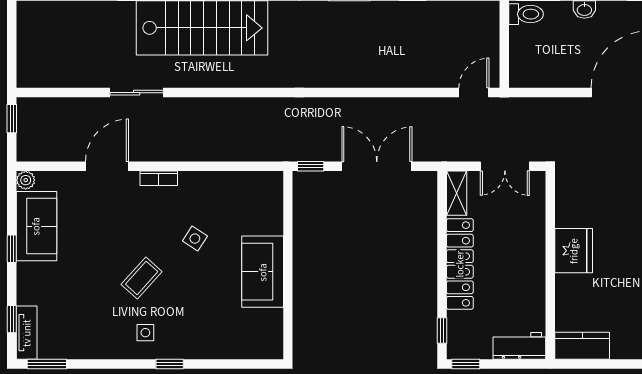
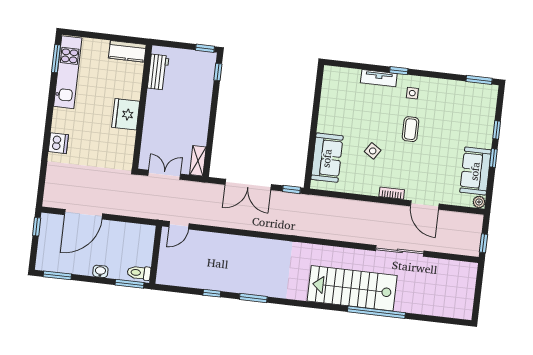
sliding door: (137, 93) -> (400, 251), width x1.37
door: (107, 166) -> (425, 205), hinge flipped
locker: (460, 264) -> (201, 114), removed
sofa: (263, 272) -> (327, 158), moved
coffee table: (142, 278) -> (411, 129), turned -42
window: (12, 319) -> (497, 130), moved
tv unit: (27, 333) -> (379, 78), moved, turned -90
workbench: (519, 346) -> (158, 72), moved, turned -90

